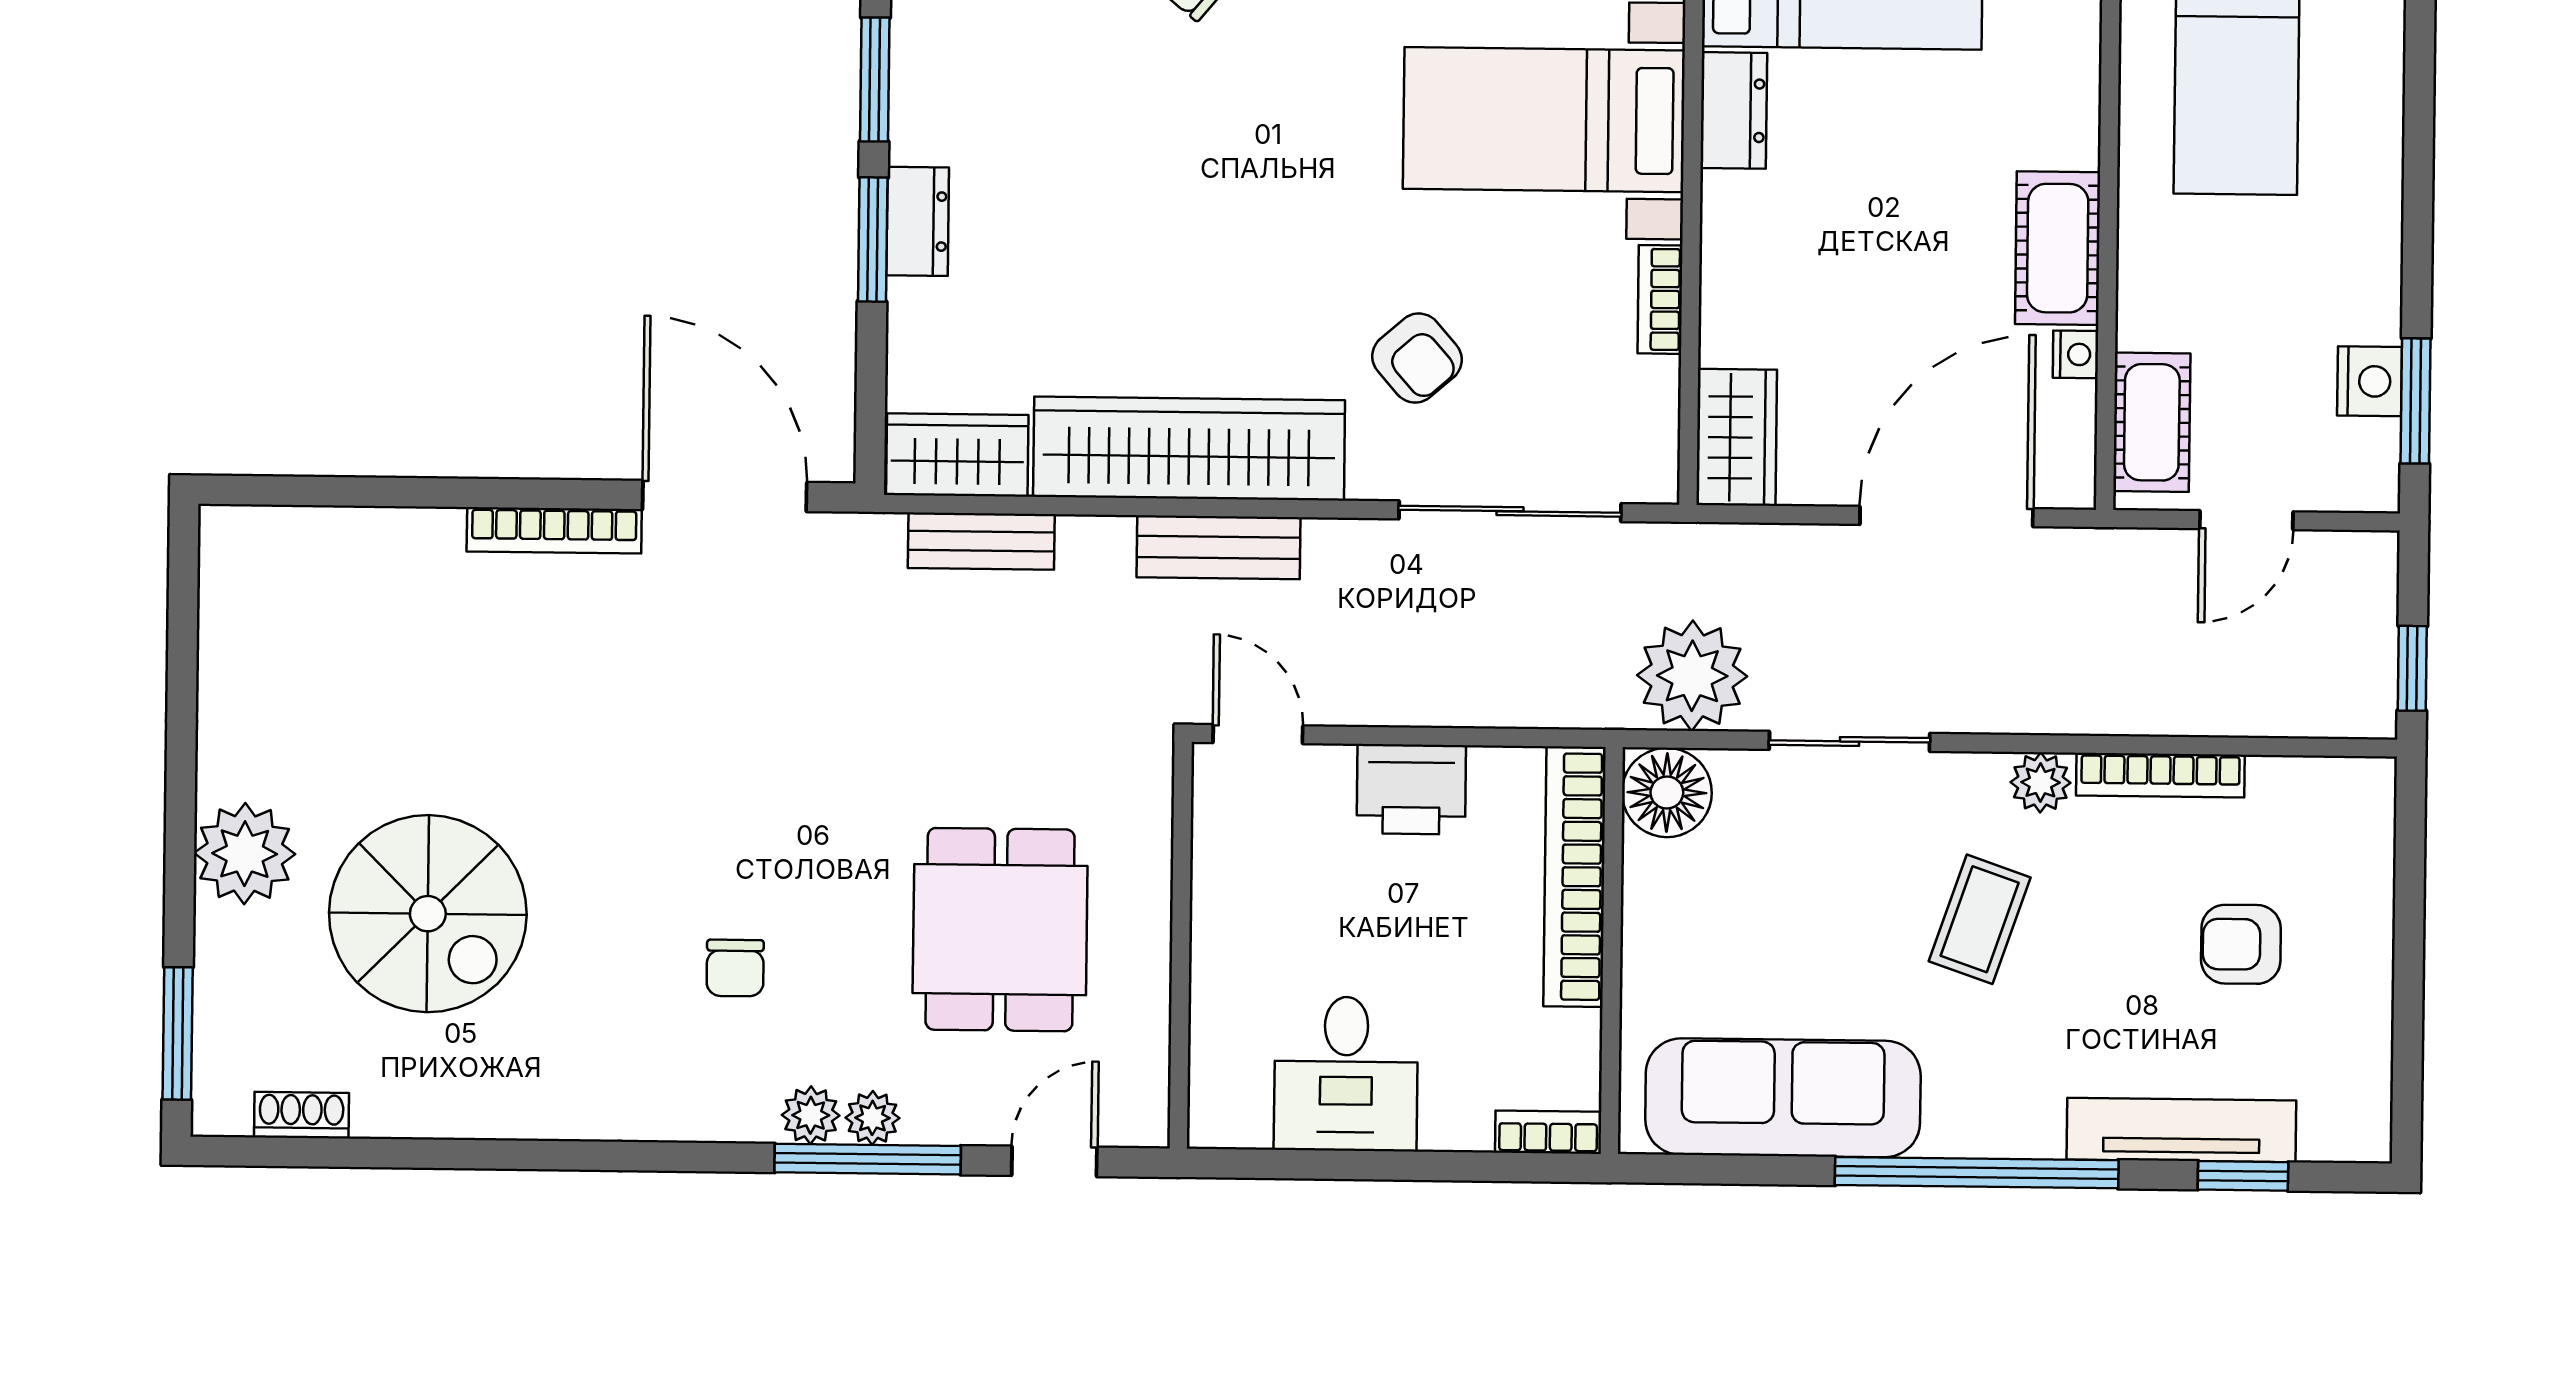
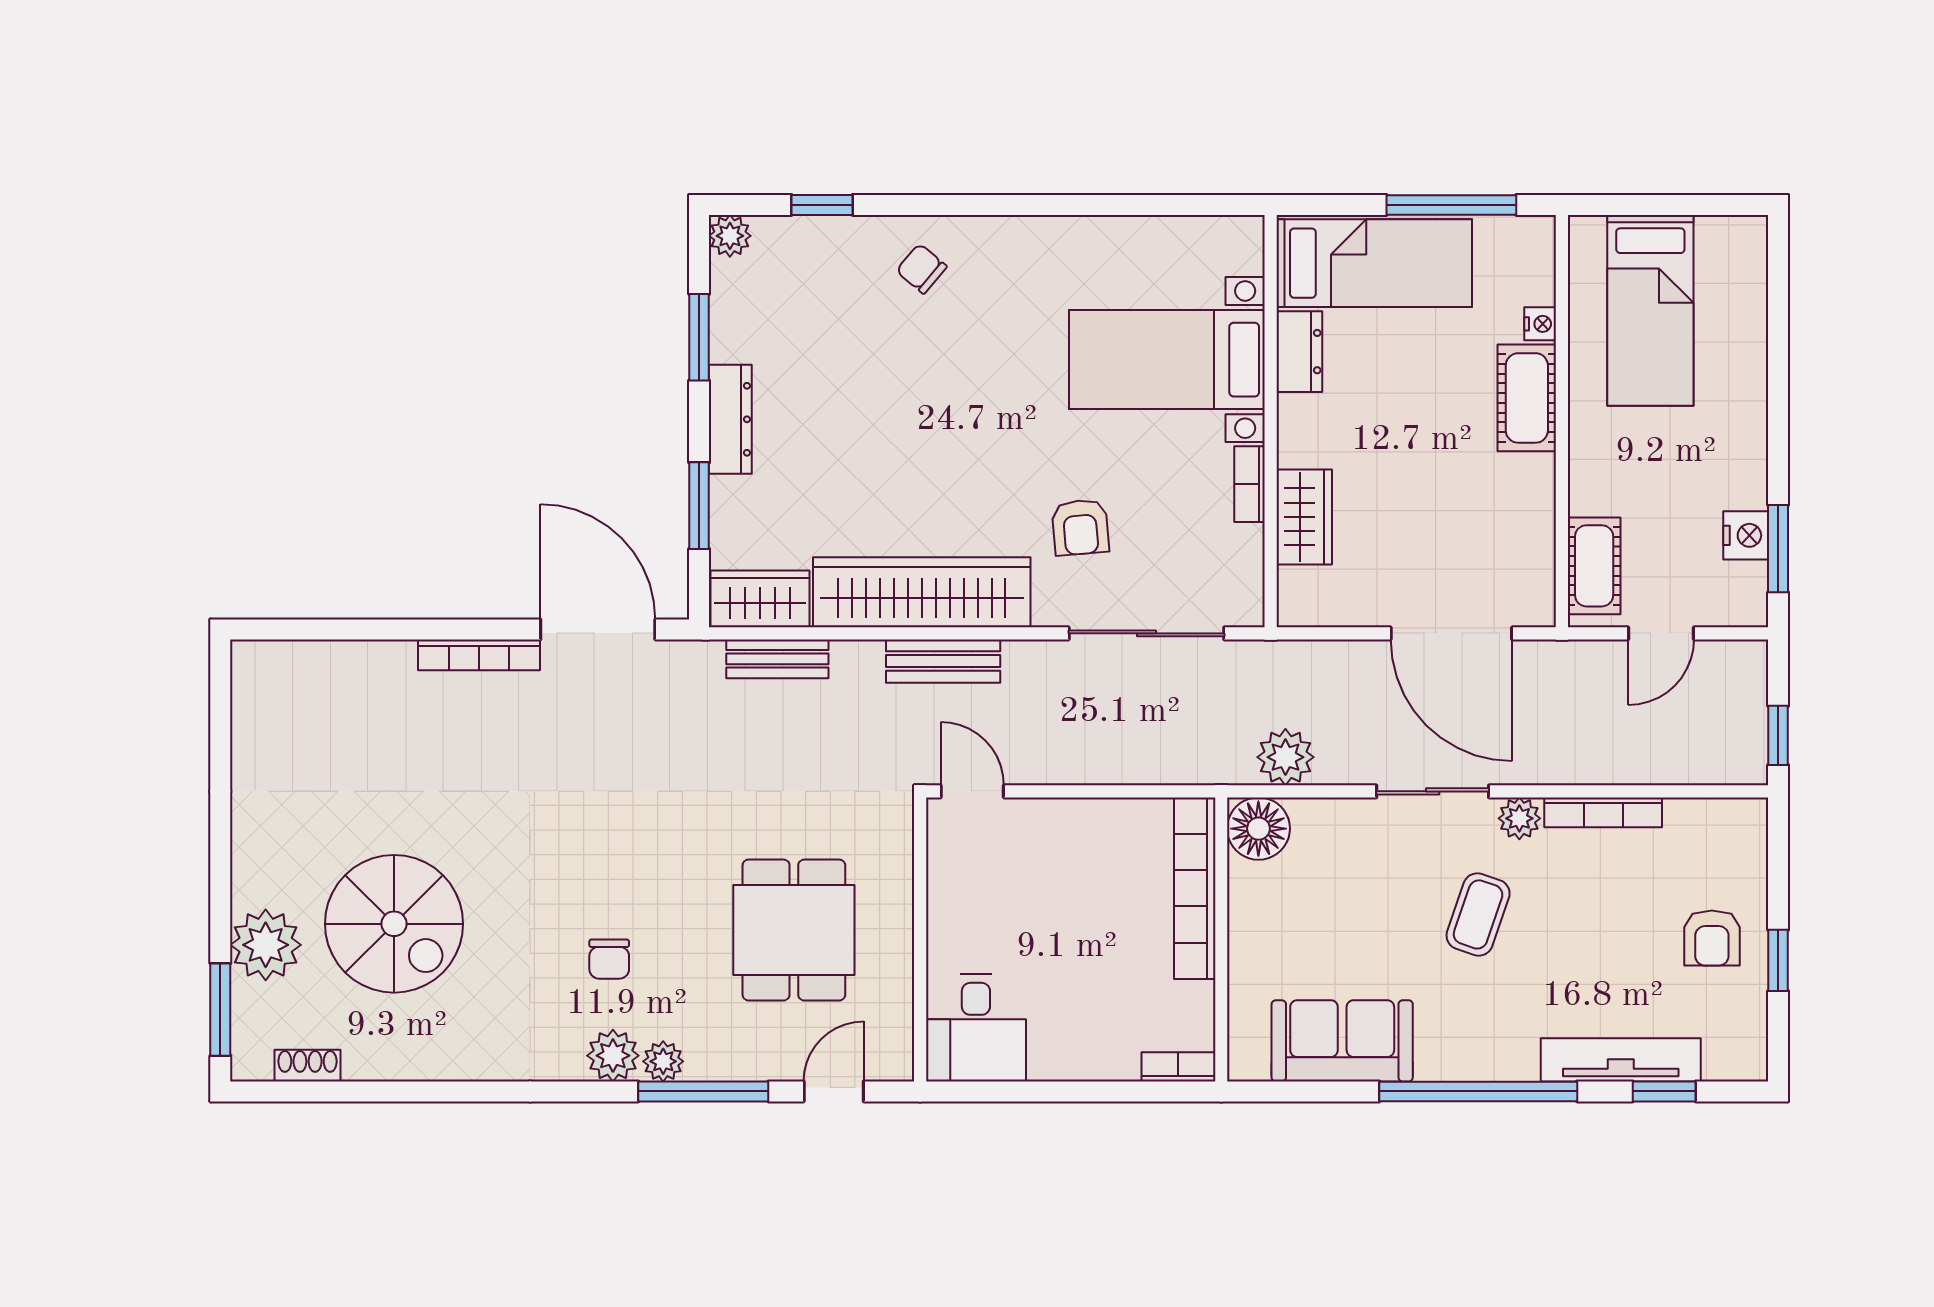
dresser: (918, 221) -> (730, 419), width x1.44
window: (873, 239) -> (699, 506), moved
cot: (2058, 248) -> (1527, 398), moved
nightstand: (2076, 354) -> (1540, 324), moved
armchair: (1417, 358) -> (1080, 527), turned 36
wardrobe: (1737, 437) -> (1304, 517), moved
door: (1946, 517) -> (1451, 633), swing flipped
plant: (1692, 676) -> (1285, 757), width x0.73, depth x0.73
sliding door: (1849, 741) -> (1433, 791), moved
printer: (1411, 789) -> (1080, 829), removed
plant: (245, 854) -> (266, 945), moved
armchair: (2241, 944) -> (1712, 938), moved, turned -90
window: (2408, 990) -> (1778, 960), added
desk: (1346, 1074) -> (976, 1028), moved
sofa: (1783, 1098) -> (1342, 1041), width x0.73
plant: (872, 1118) -> (613, 1056), moved, width x1.38, depth x1.38

